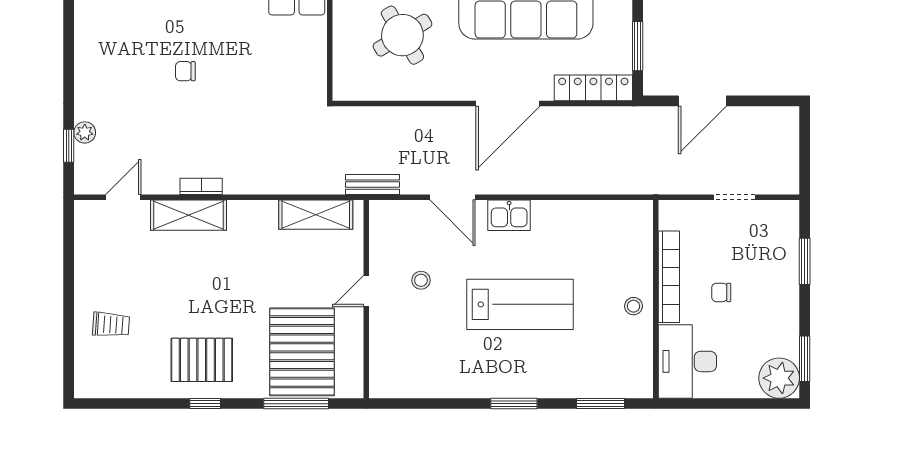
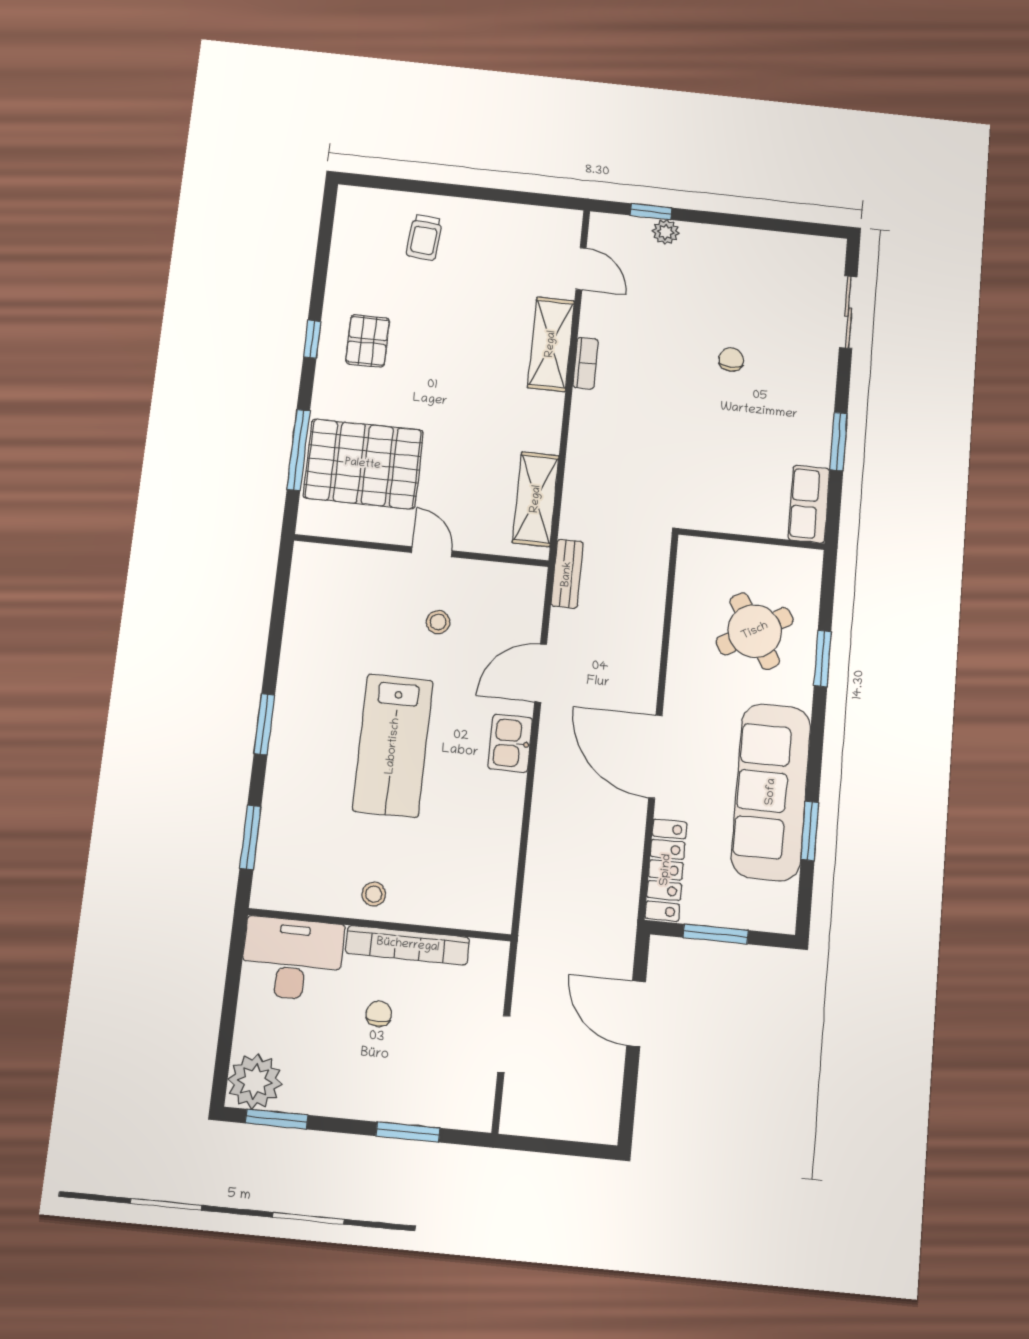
pallet: (202, 360) -> (368, 341), width x0.67, depth x0.71

